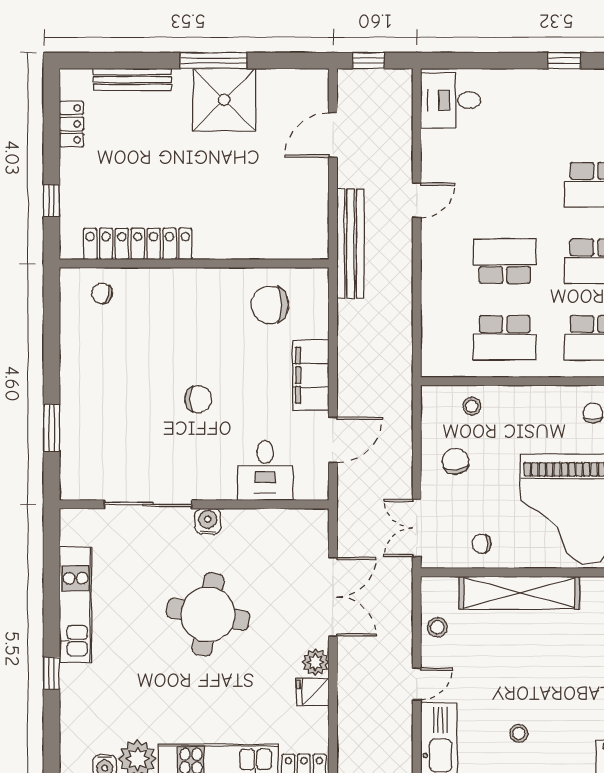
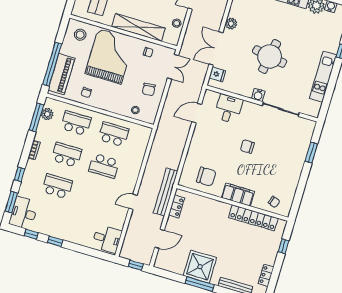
locker: (316, 219) -> (177, 206), added
filing cabinet: (311, 375) -> (238, 195), moved, turned -90
fridge: (313, 692) -> (217, 74), moved

